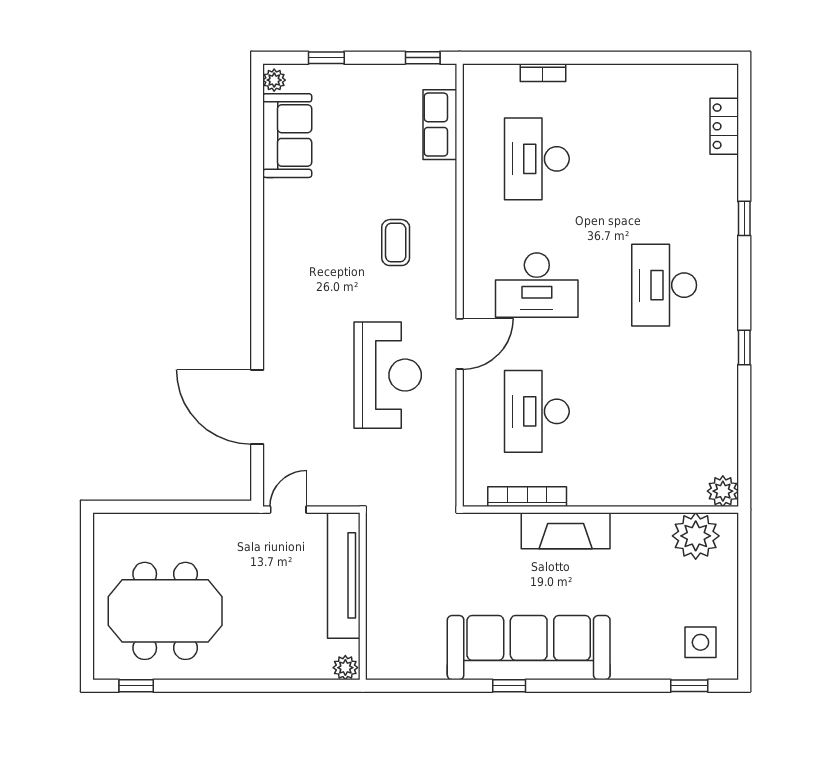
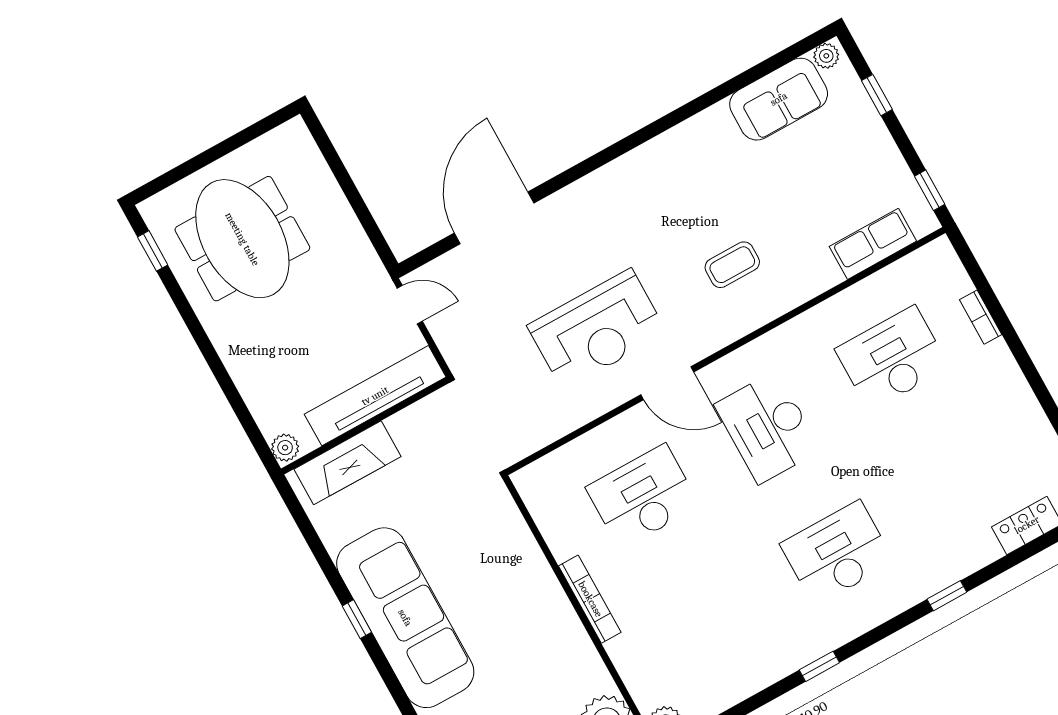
bookcase: (527, 497) -> (590, 599), moved
fireplace: (566, 531) -> (347, 463), moved, turned -90

